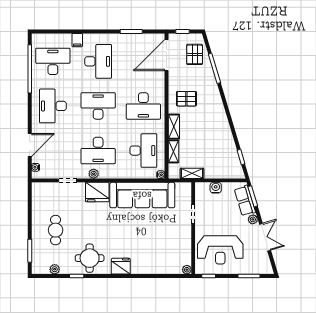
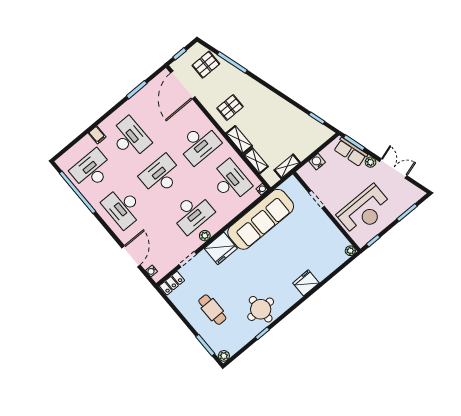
pallet: (195, 54) -> (206, 65), turned 90
locker: (43, 188) -> (172, 283), added
fridge: (121, 266) -> (306, 283), moved
plant: (55, 269) -> (224, 356), moved

